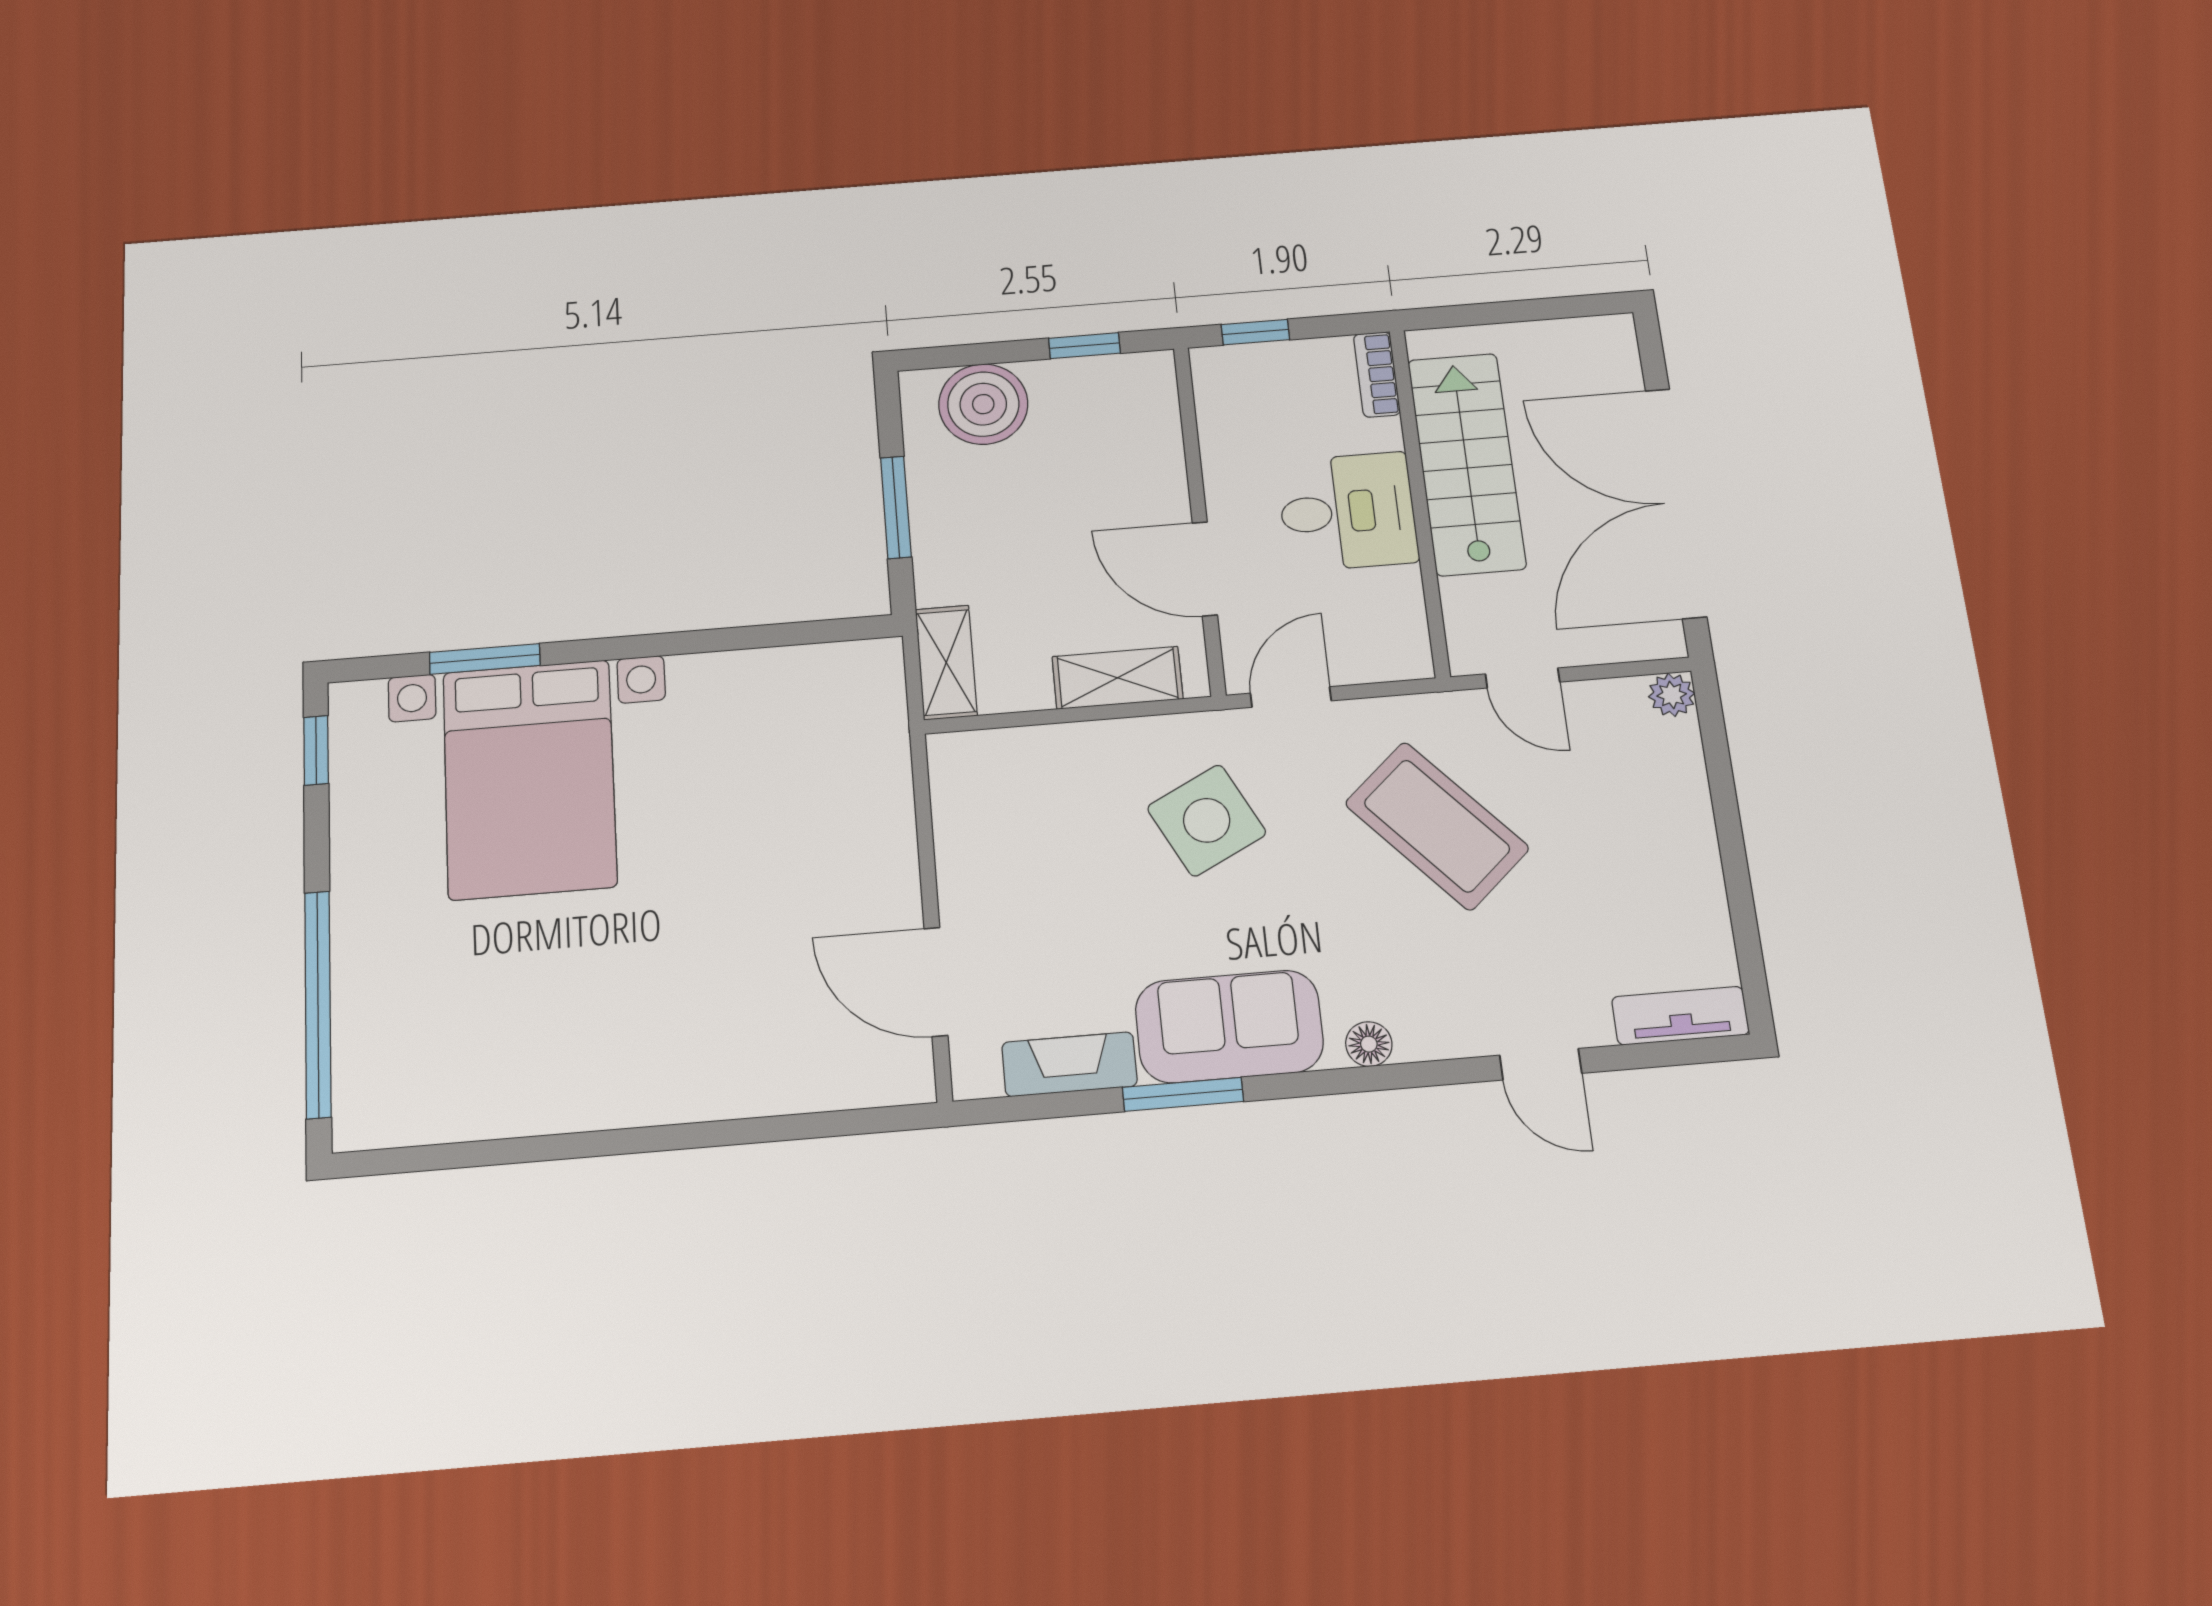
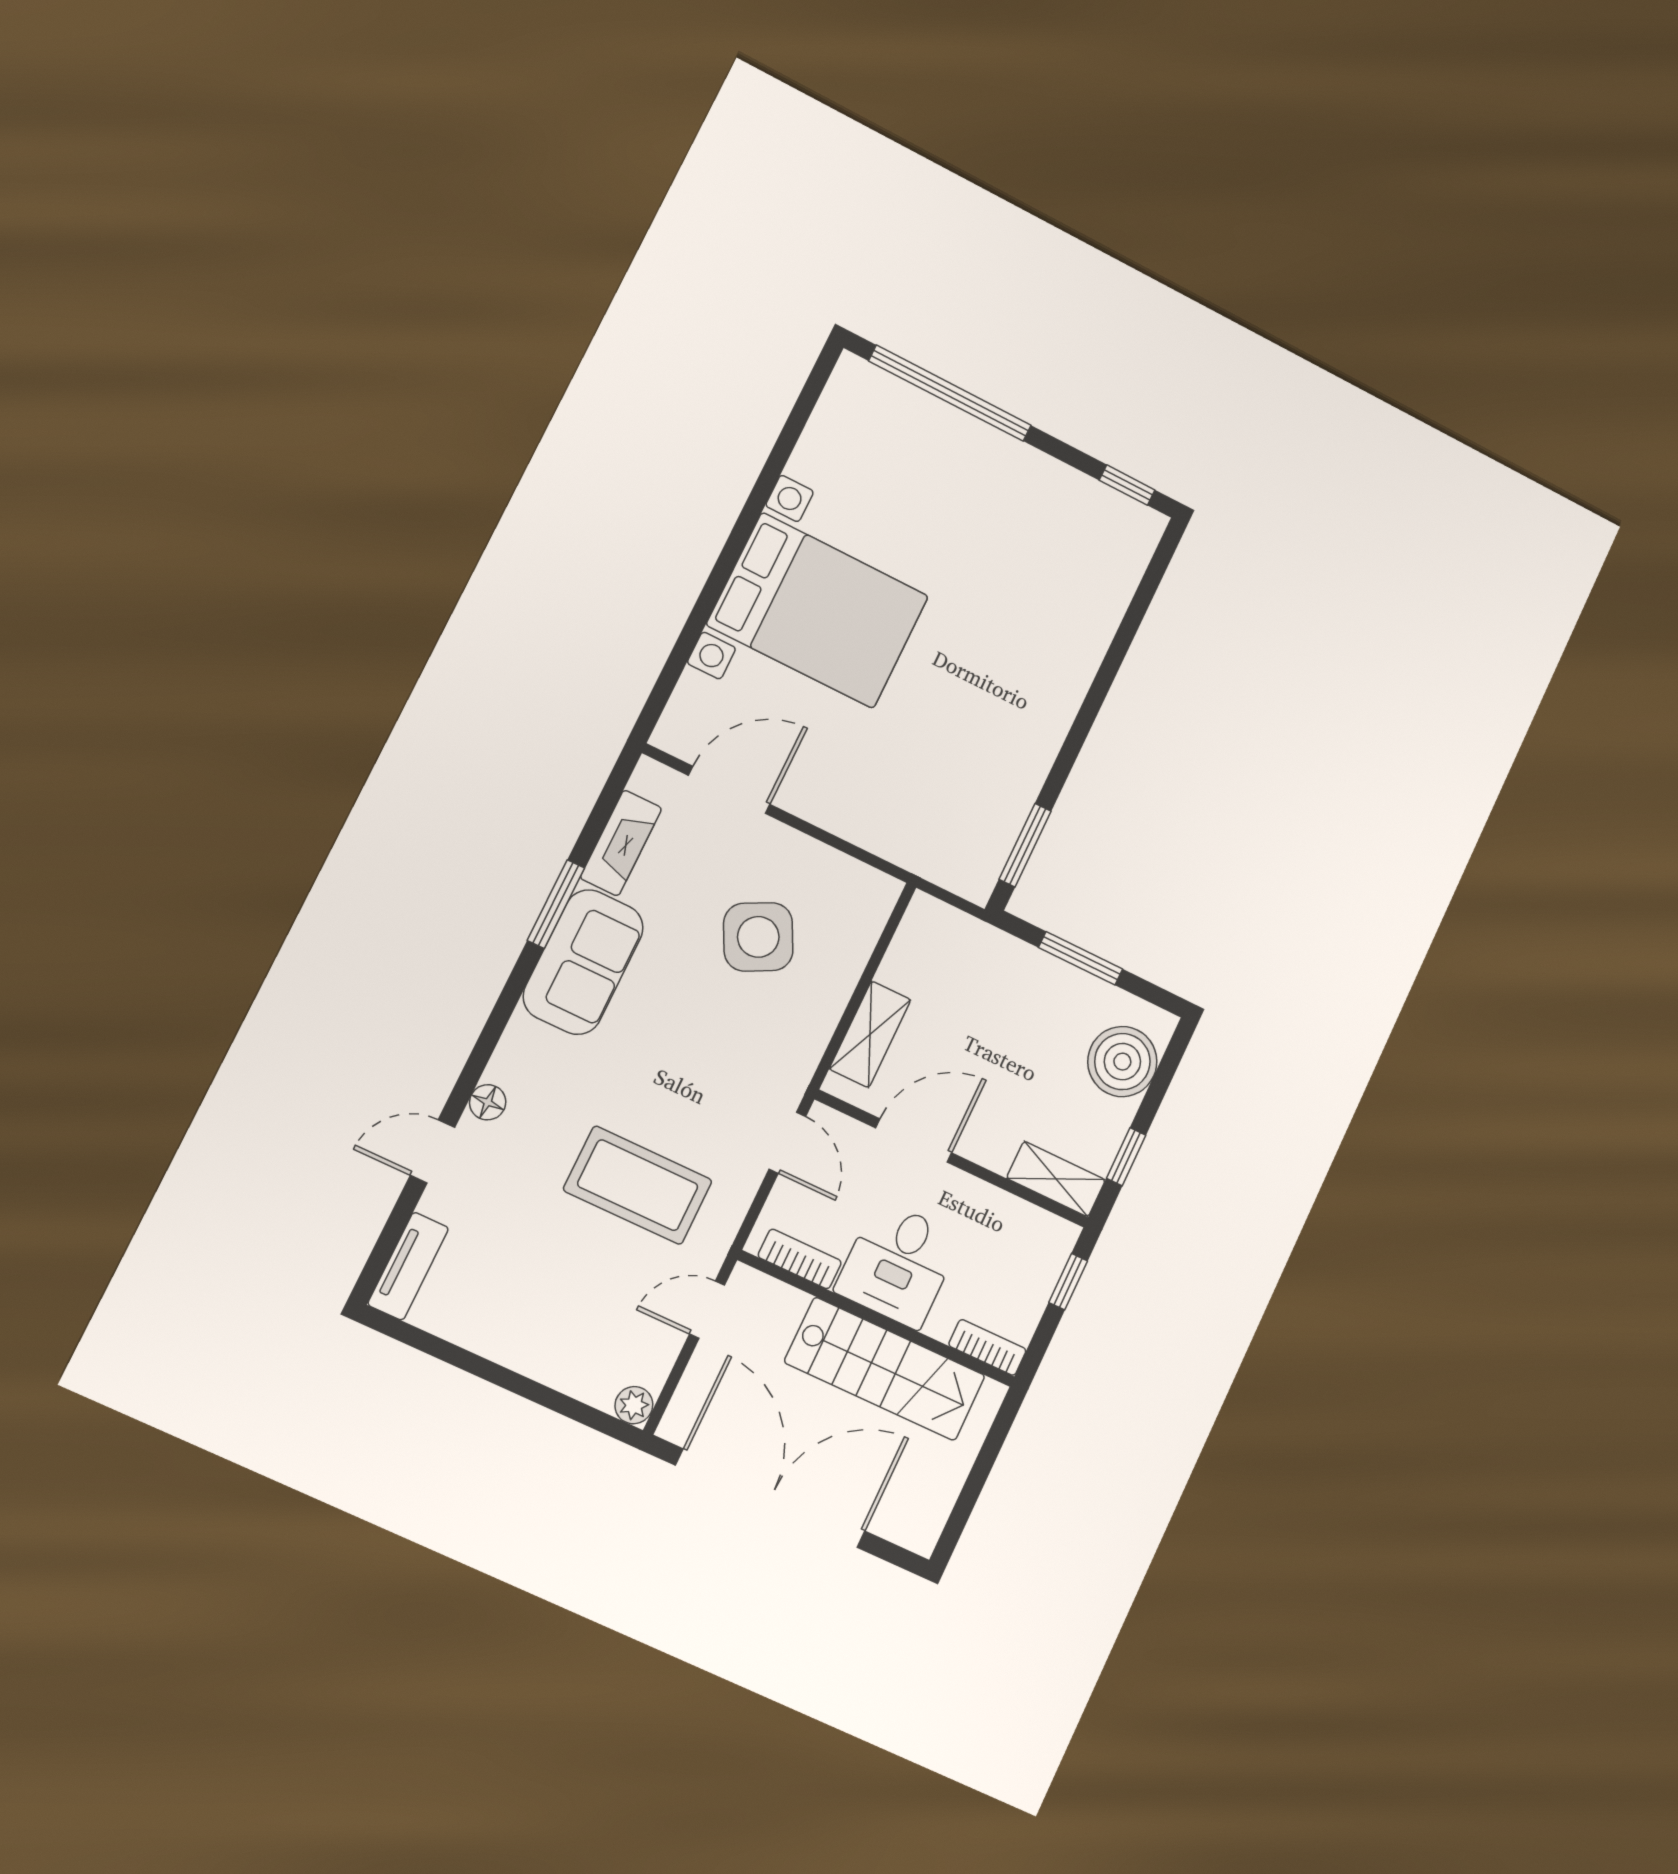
bookcase: (1407, 614) -> (800, 1259), added
window: (485, 659) -> (1025, 845), moved
shelving: (946, 662) -> (1056, 1179), moved
bed with nightstands: (529, 779) -> (818, 610), moved, turned 180
side table: (1207, 820) -> (758, 937), moved
coffee table: (1437, 826) -> (638, 1185), turned 42
floor lamp: (1369, 1044) -> (488, 1102), moved

